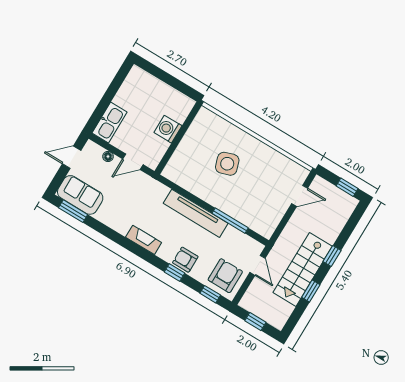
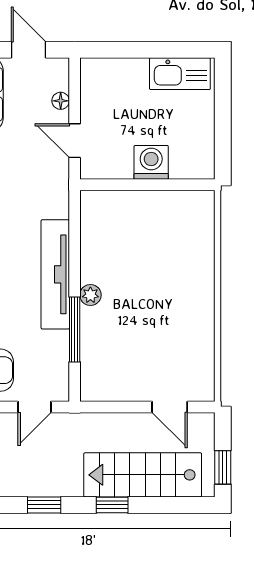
kitchen sink: (109, 123) -> (180, 74), moved
side table: (227, 164) -> (153, 277), removed
plant: (217, 202) -> (90, 295), added
stairs: (303, 269) -> (143, 475), moved

